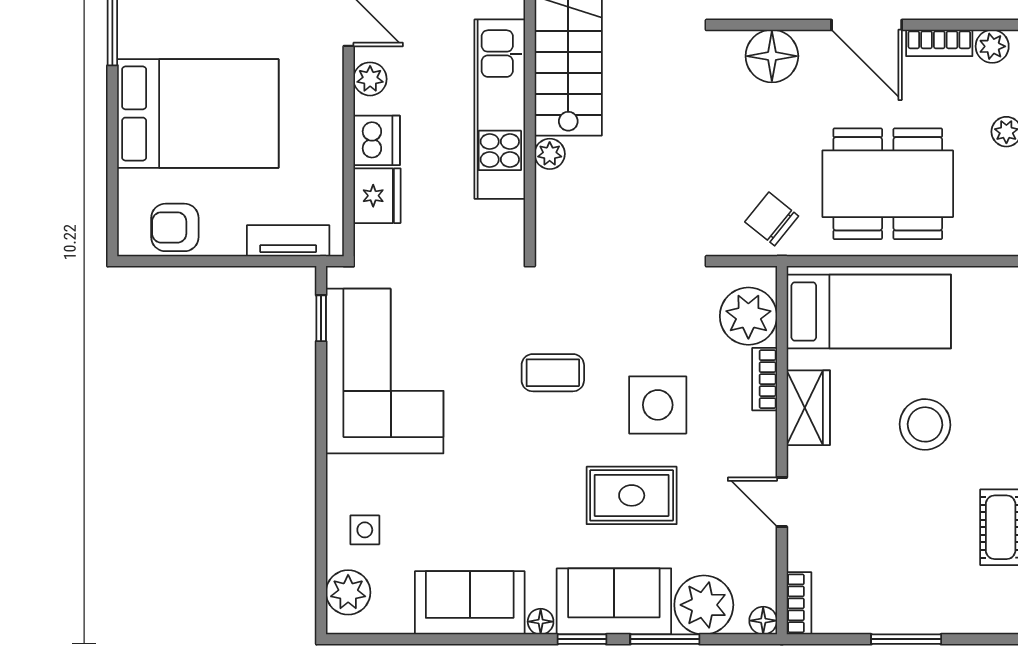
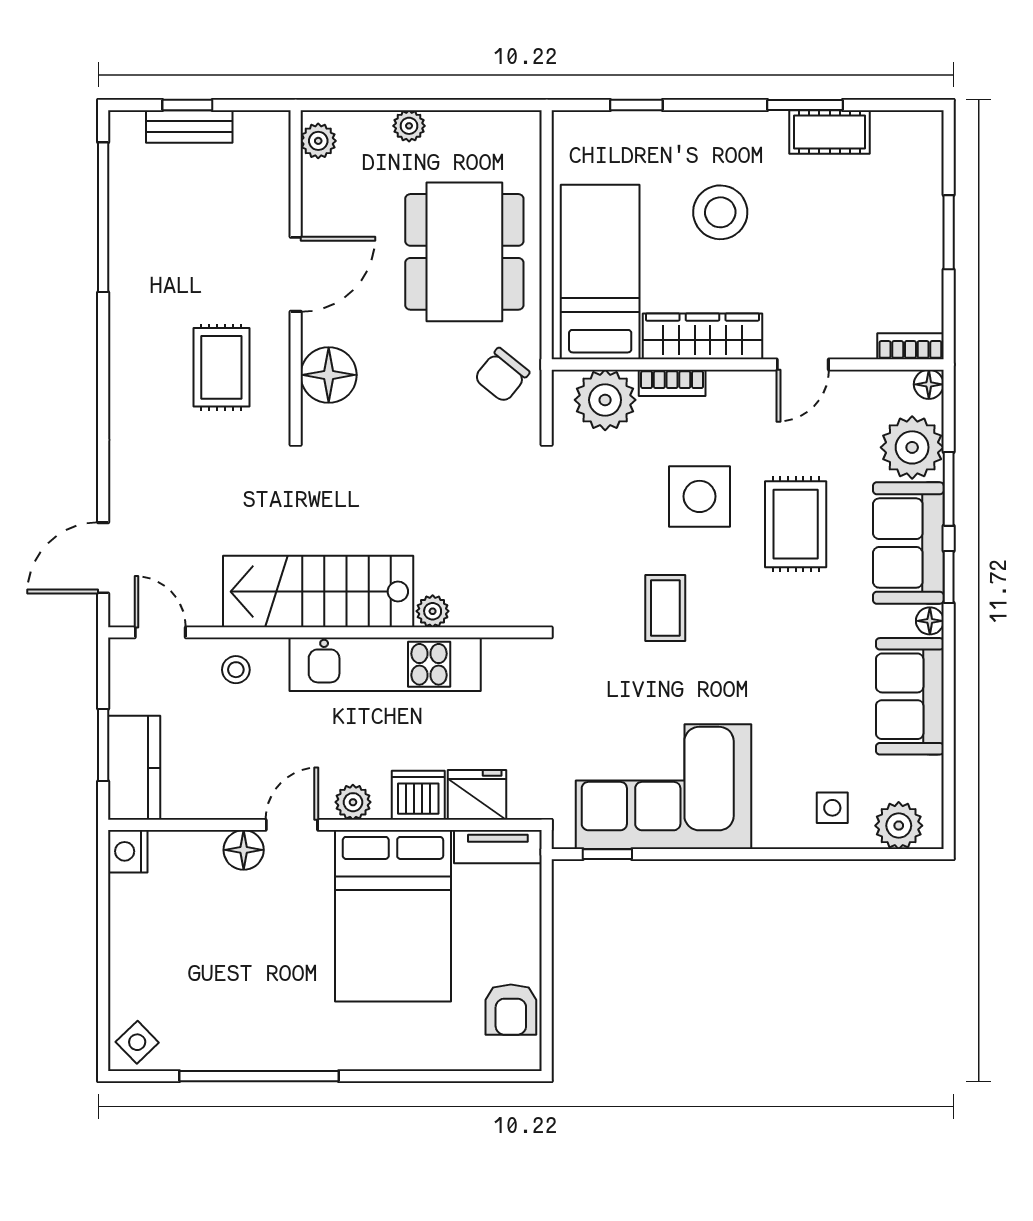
bookcase: (939, 43) -> (315, 197), removed
bed: (198, 113) -> (393, 916), moved, turned 180
tv unit: (288, 241) -> (498, 847), moved, turned -90
wardrobe: (808, 408) -> (702, 336), width x1.50

